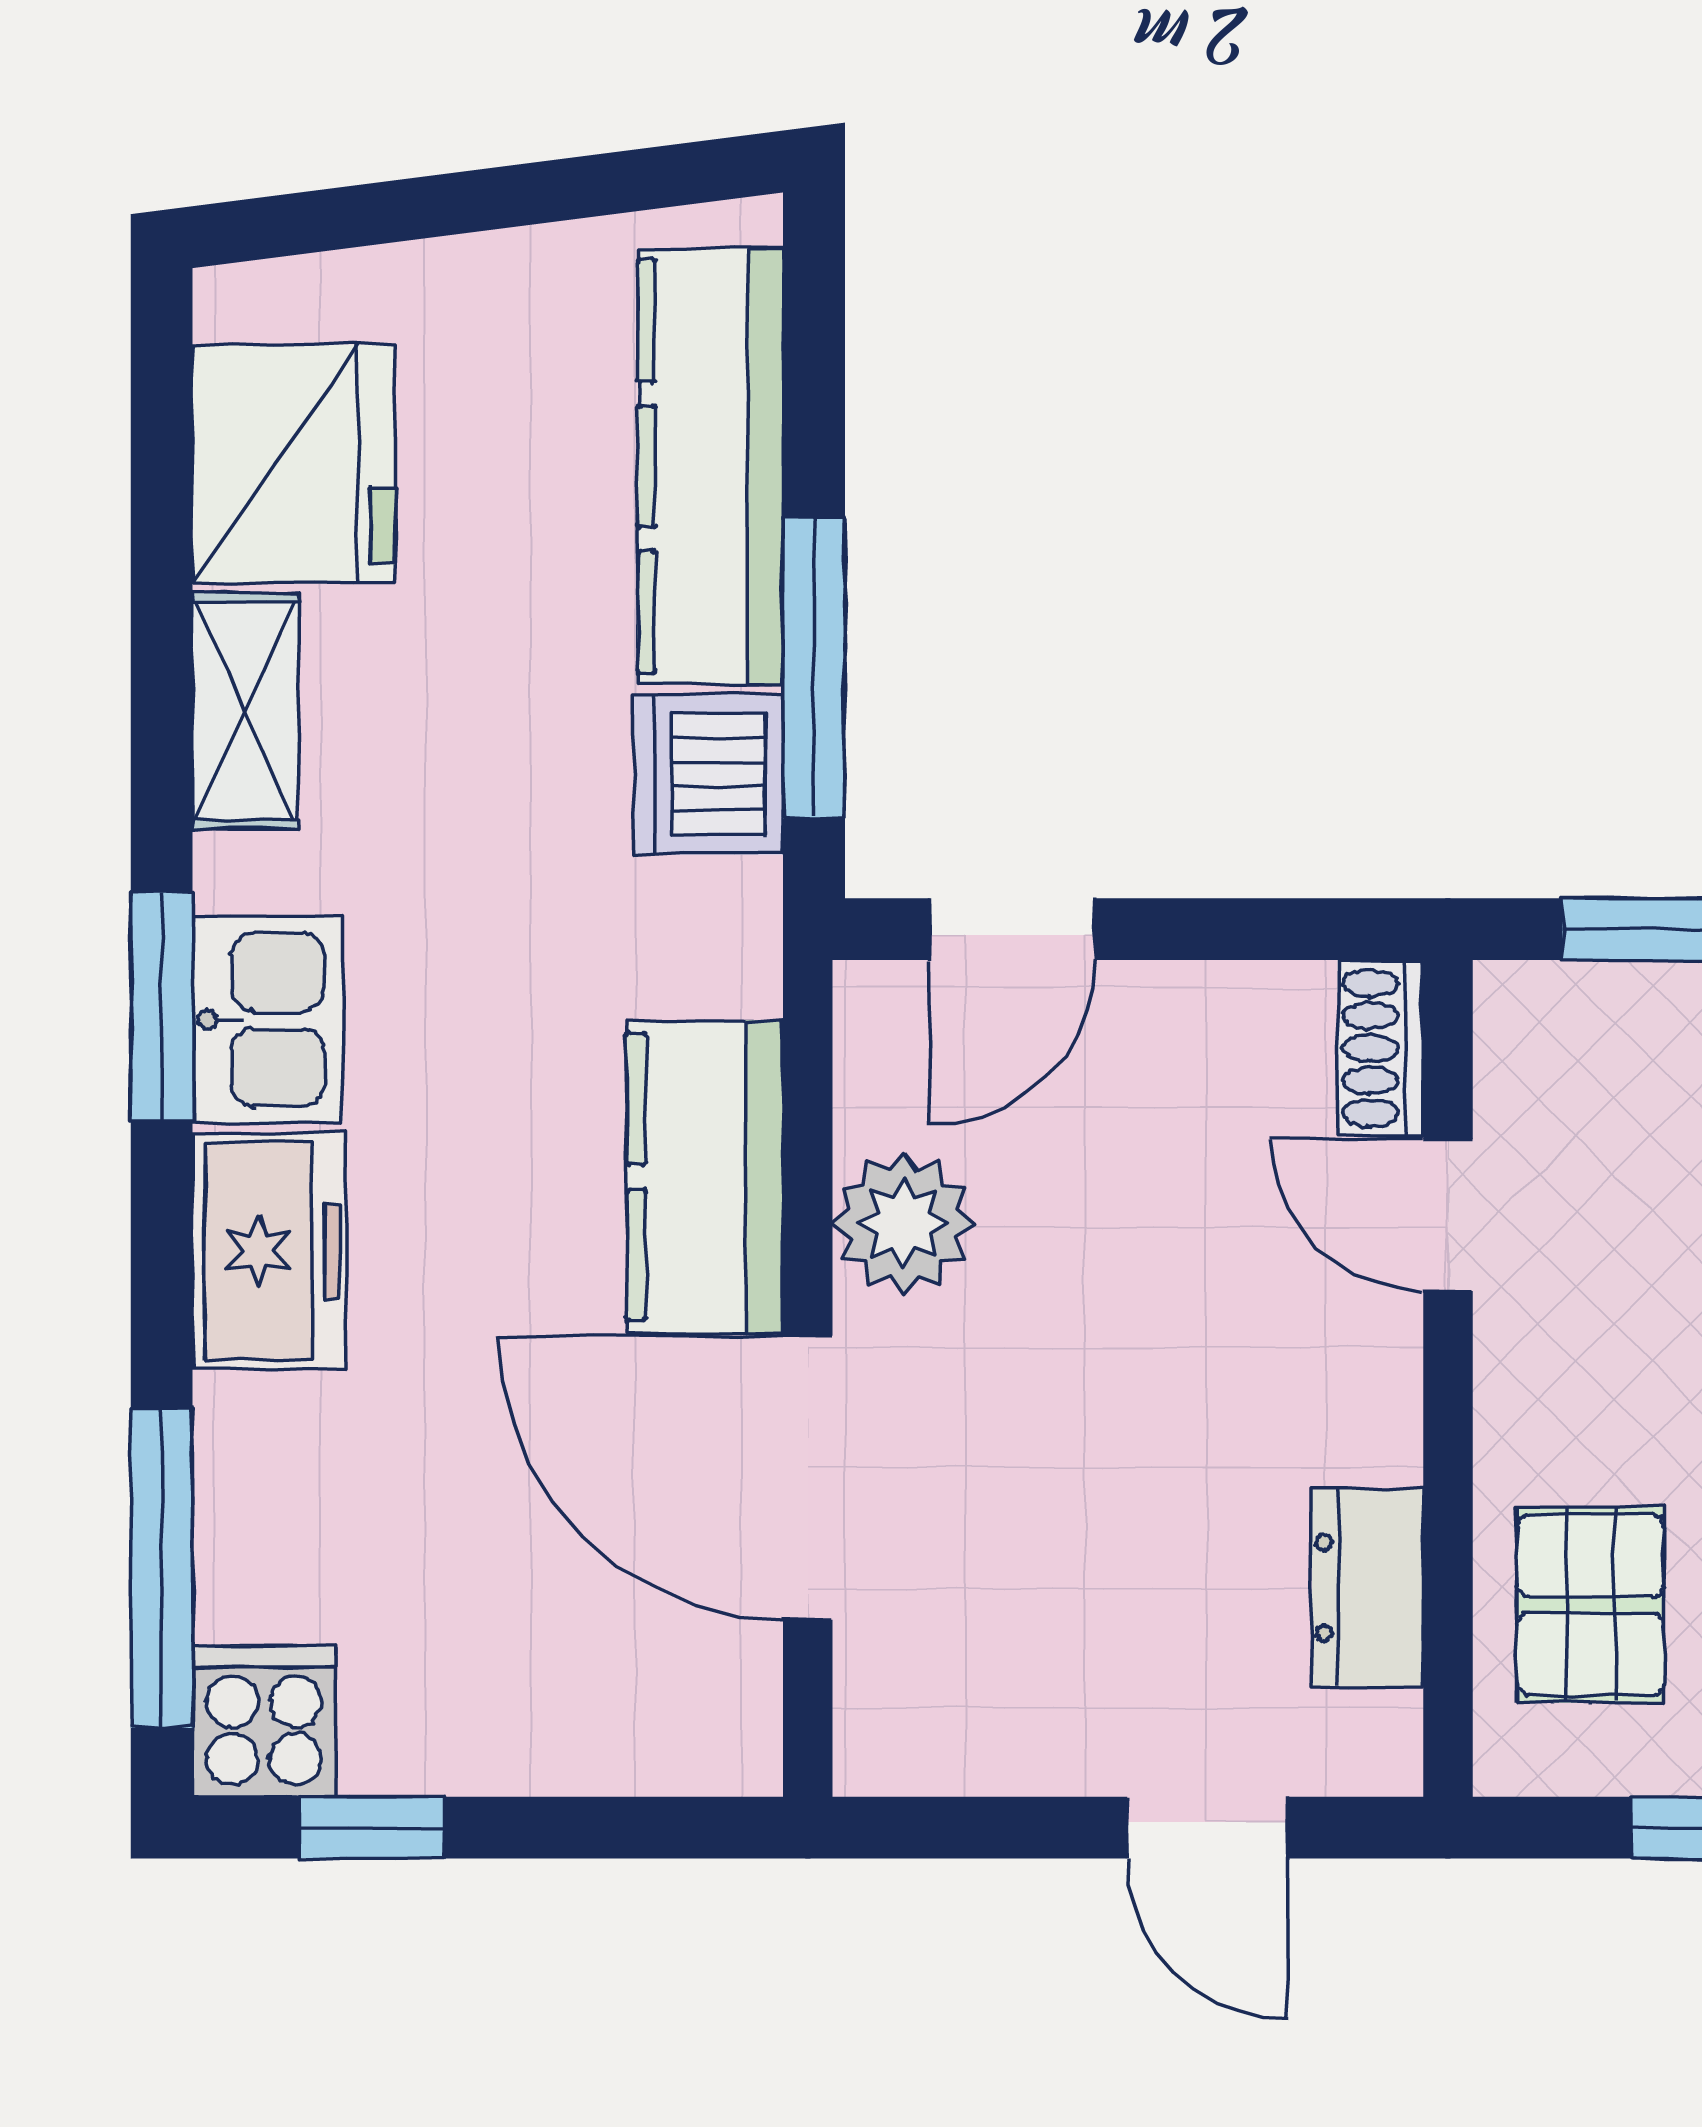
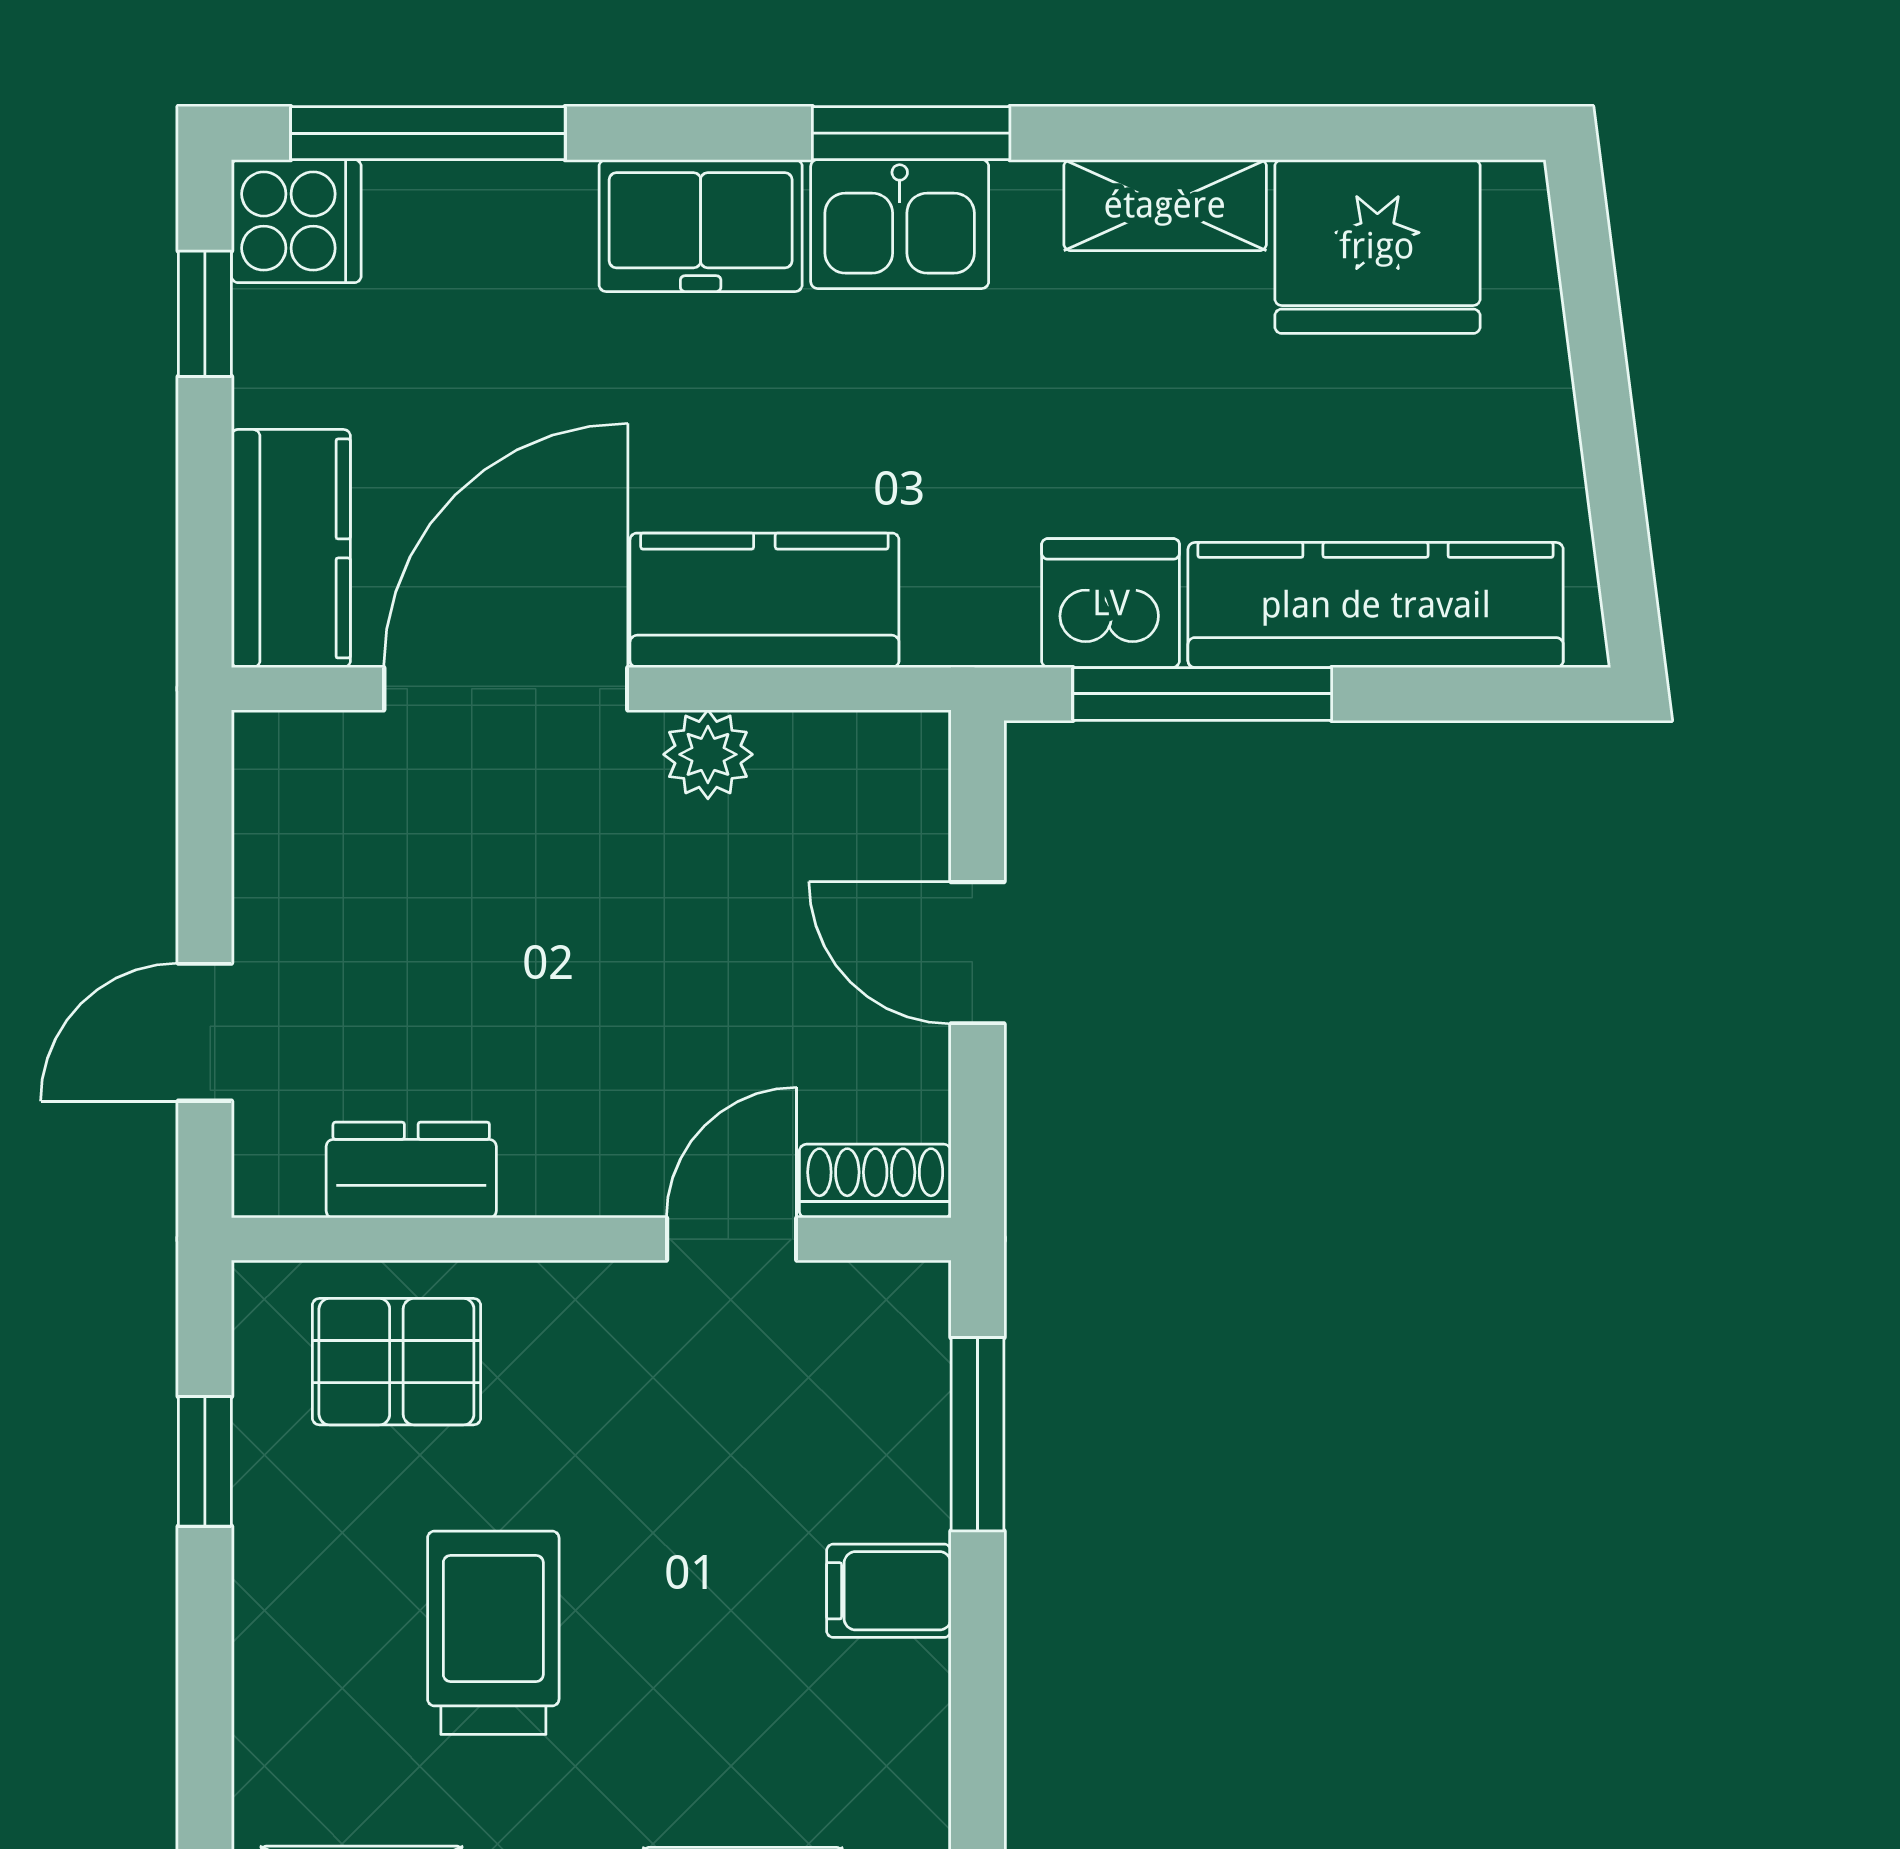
door: (1012, 929) -> (977, 953), moved
plant: (904, 1223) -> (708, 754), width x0.73, depth x0.73
kitchen counter: (645, 1728) -> (291, 548), added

